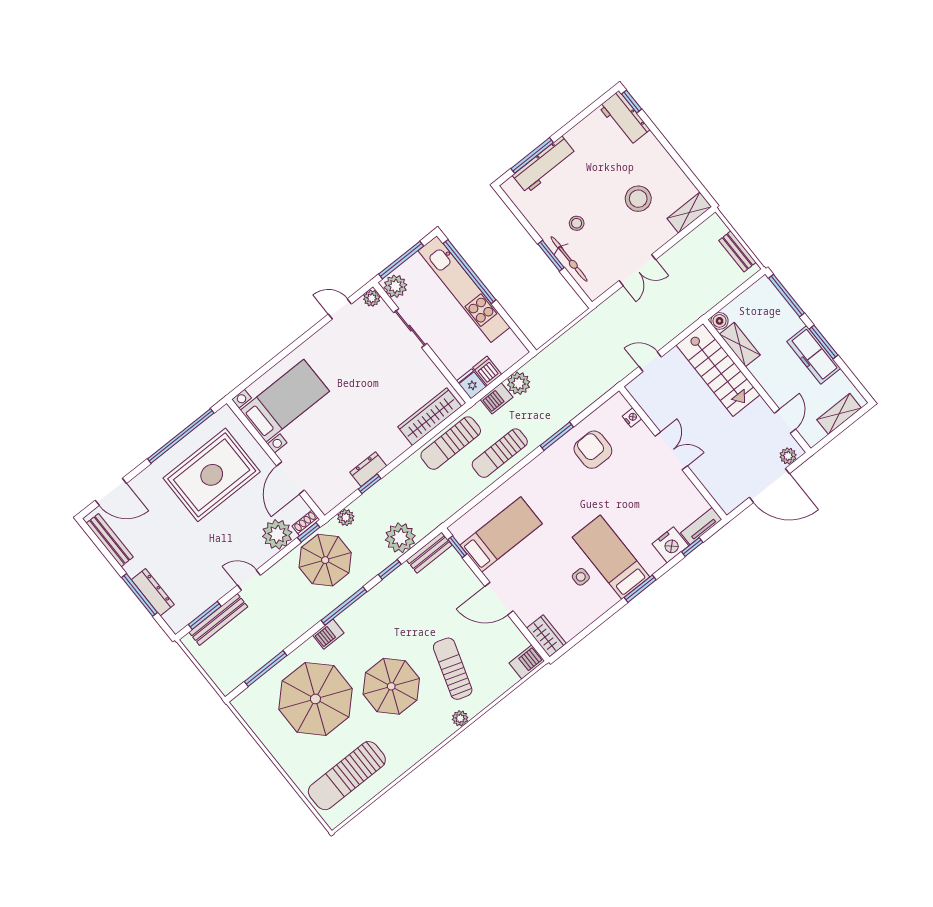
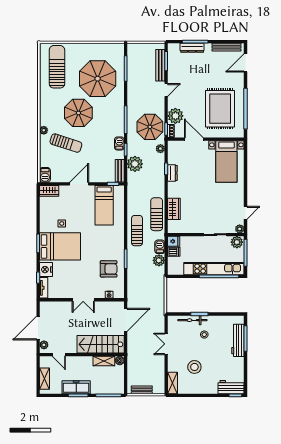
door: (650, 362) -> (126, 320), width x1.88
wardrobe: (430, 417) -> (174, 209), width x0.67
bed: (611, 557) -> (60, 246), width x1.50
barbecue: (328, 634) -> (119, 143), moved

